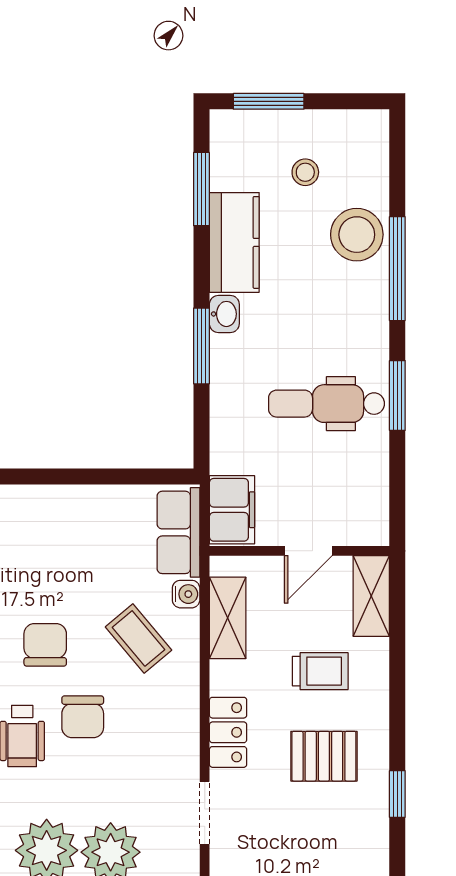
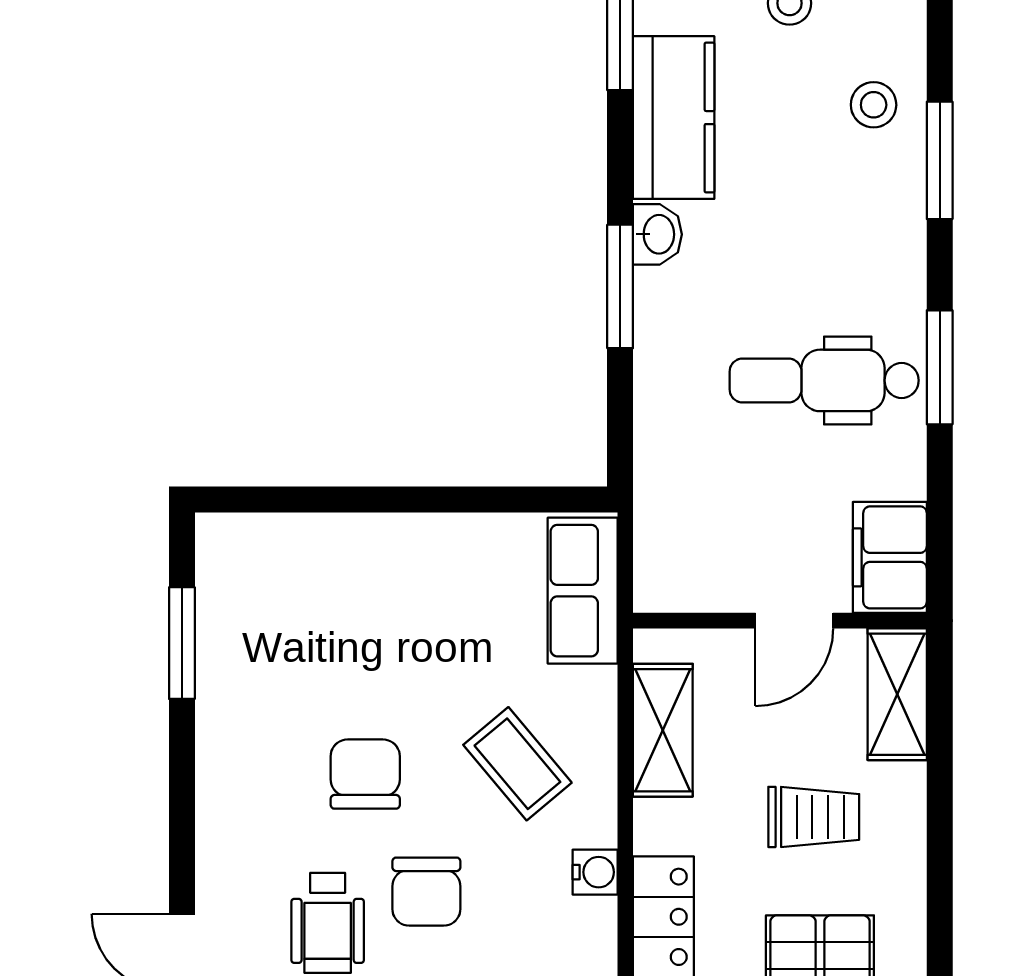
stool: (357, 235) -> (874, 105), width x0.53, depth x0.53
window: (397, 269) -> (940, 160), width x0.69
filing cabinet: (232, 510) -> (890, 557), moved, turned 180
water cooler: (186, 594) -> (595, 872), moved

